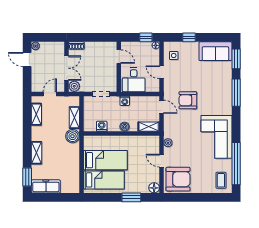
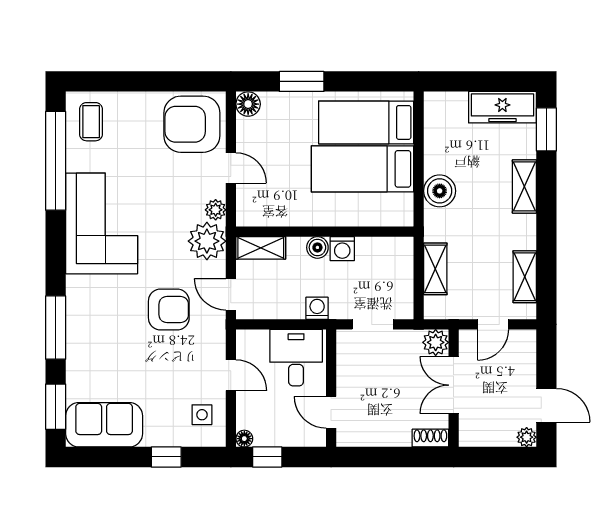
washing machine: (102, 126) -> (342, 249), moved
plant: (172, 129) -> (207, 241), added
boiler: (73, 136) -> (440, 191), moved

